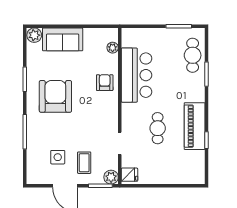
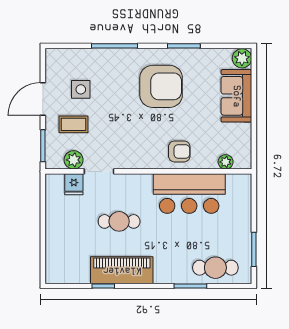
fridge: (129, 175) -> (74, 184), moved
plant: (111, 177) -> (74, 160), moved

